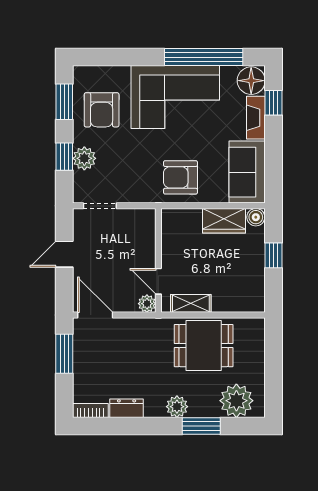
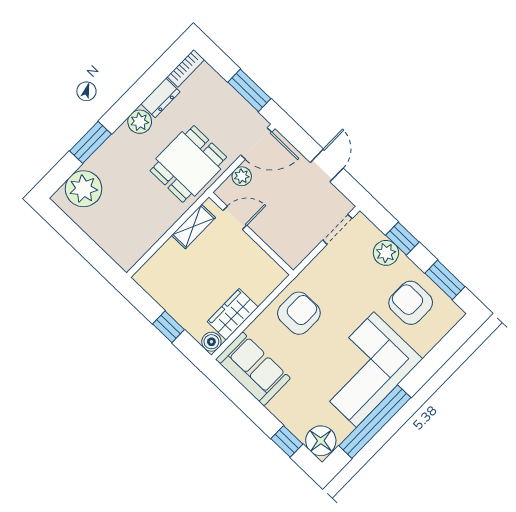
fireplace: (256, 118) -> (289, 417), removed
plant: (147, 304) -> (242, 176), moved
dining table: (204, 346) -> (188, 164), moved
plant: (177, 407) -> (140, 122), moved

